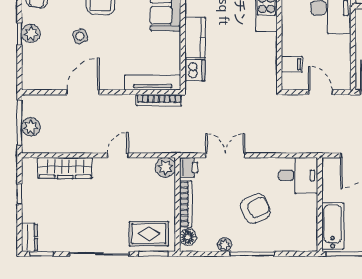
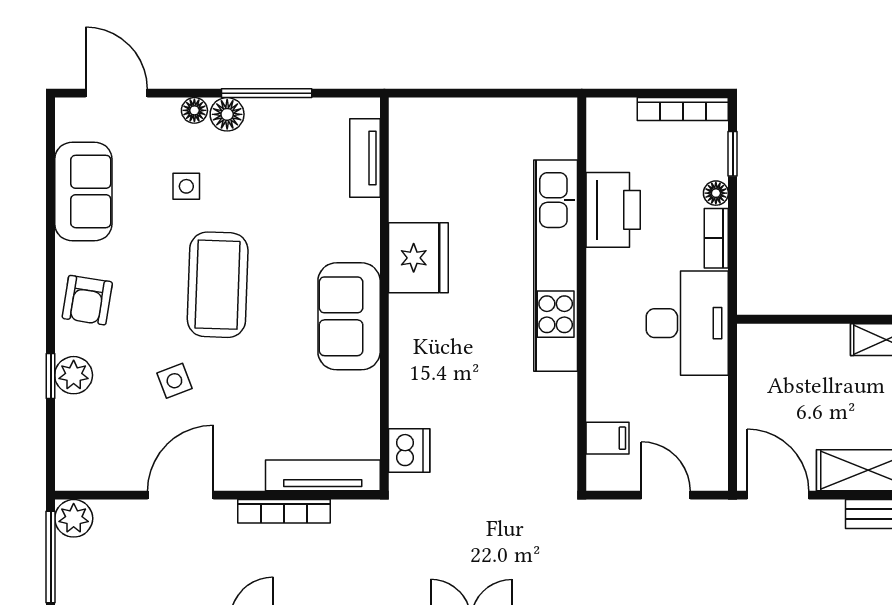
kitchen counter: (195, 38) -> (410, 384), removed
bookcase: (159, 100) -> (284, 511), moved
plant: (31, 127) -> (74, 518), moved

